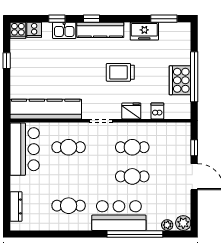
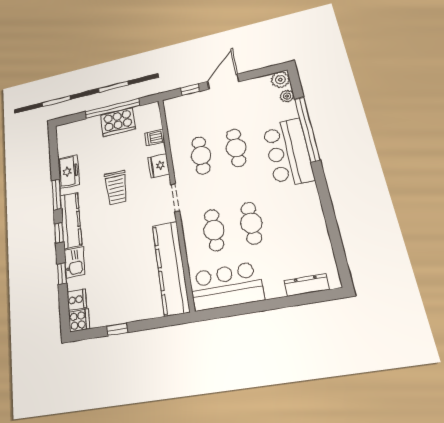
window: (164, 19) -> (57, 195), moved
cafe table: (69, 206) -> (251, 223), moved

